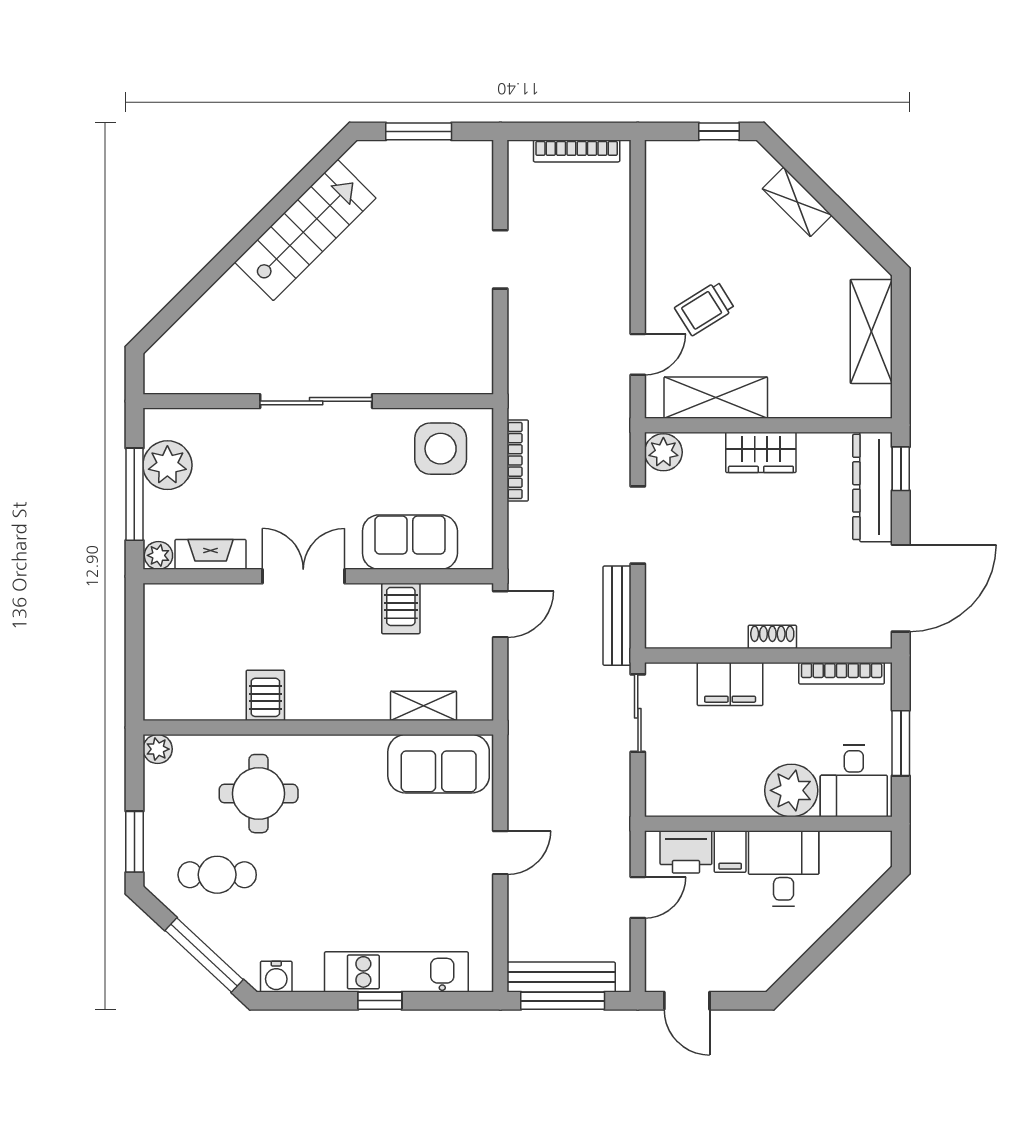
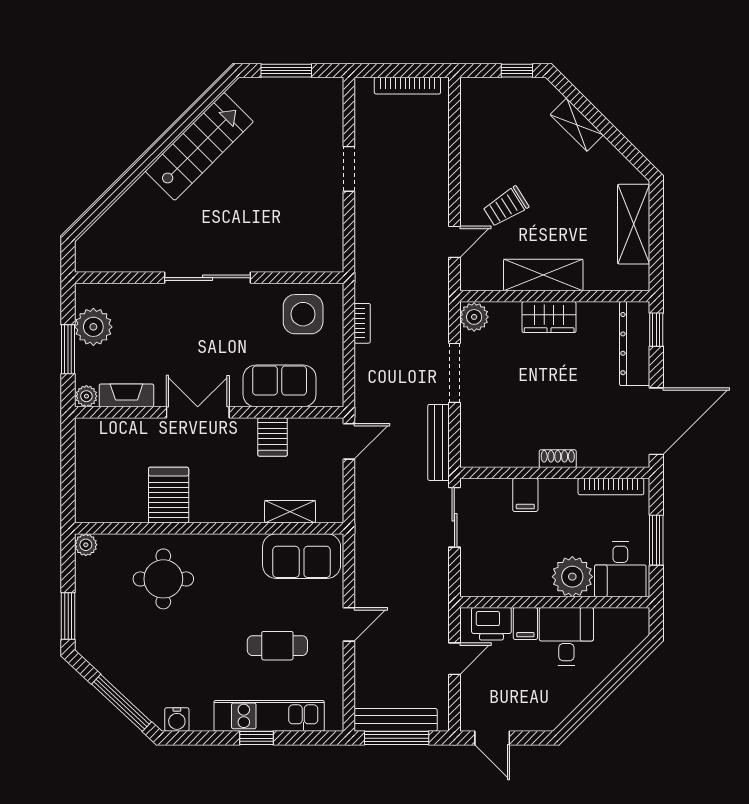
shelving: (716, 398) -> (543, 275), moved
bookcase: (518, 460) -> (362, 323), width x0.64
window: (134, 494) -> (68, 349), width x0.69
filing cabinet: (730, 684) -> (525, 495), width x0.50
server rack: (265, 695) -> (169, 495), width x1.36, depth x1.44
cafe table: (217, 875) -> (277, 646), moved

